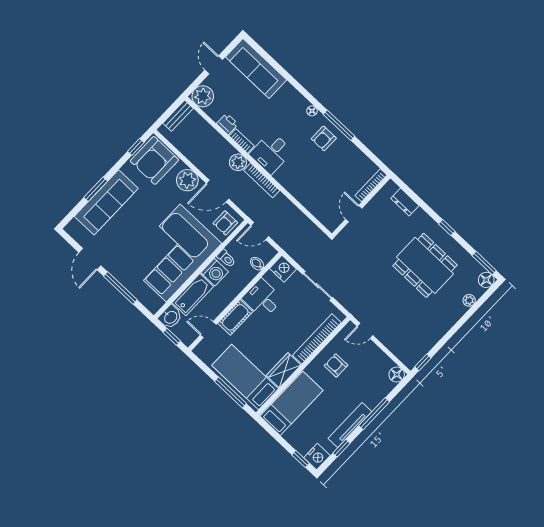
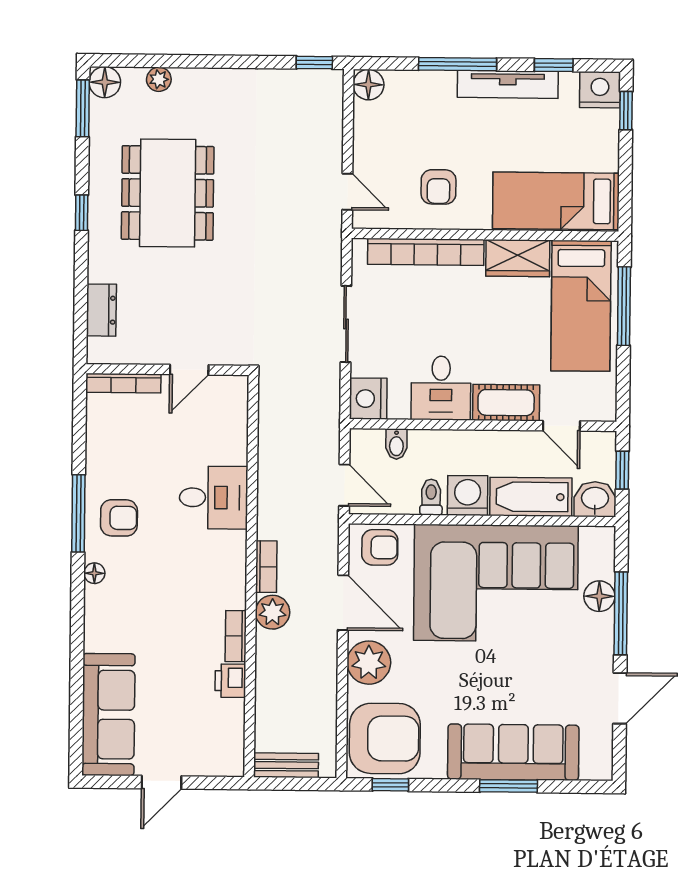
plant: (203, 96) -> (223, 755), removed
desk: (271, 153) -> (214, 498), moved
bookcase: (262, 180) -> (266, 567), width x0.64
floor lamp: (134, 286) -> (599, 596), added

